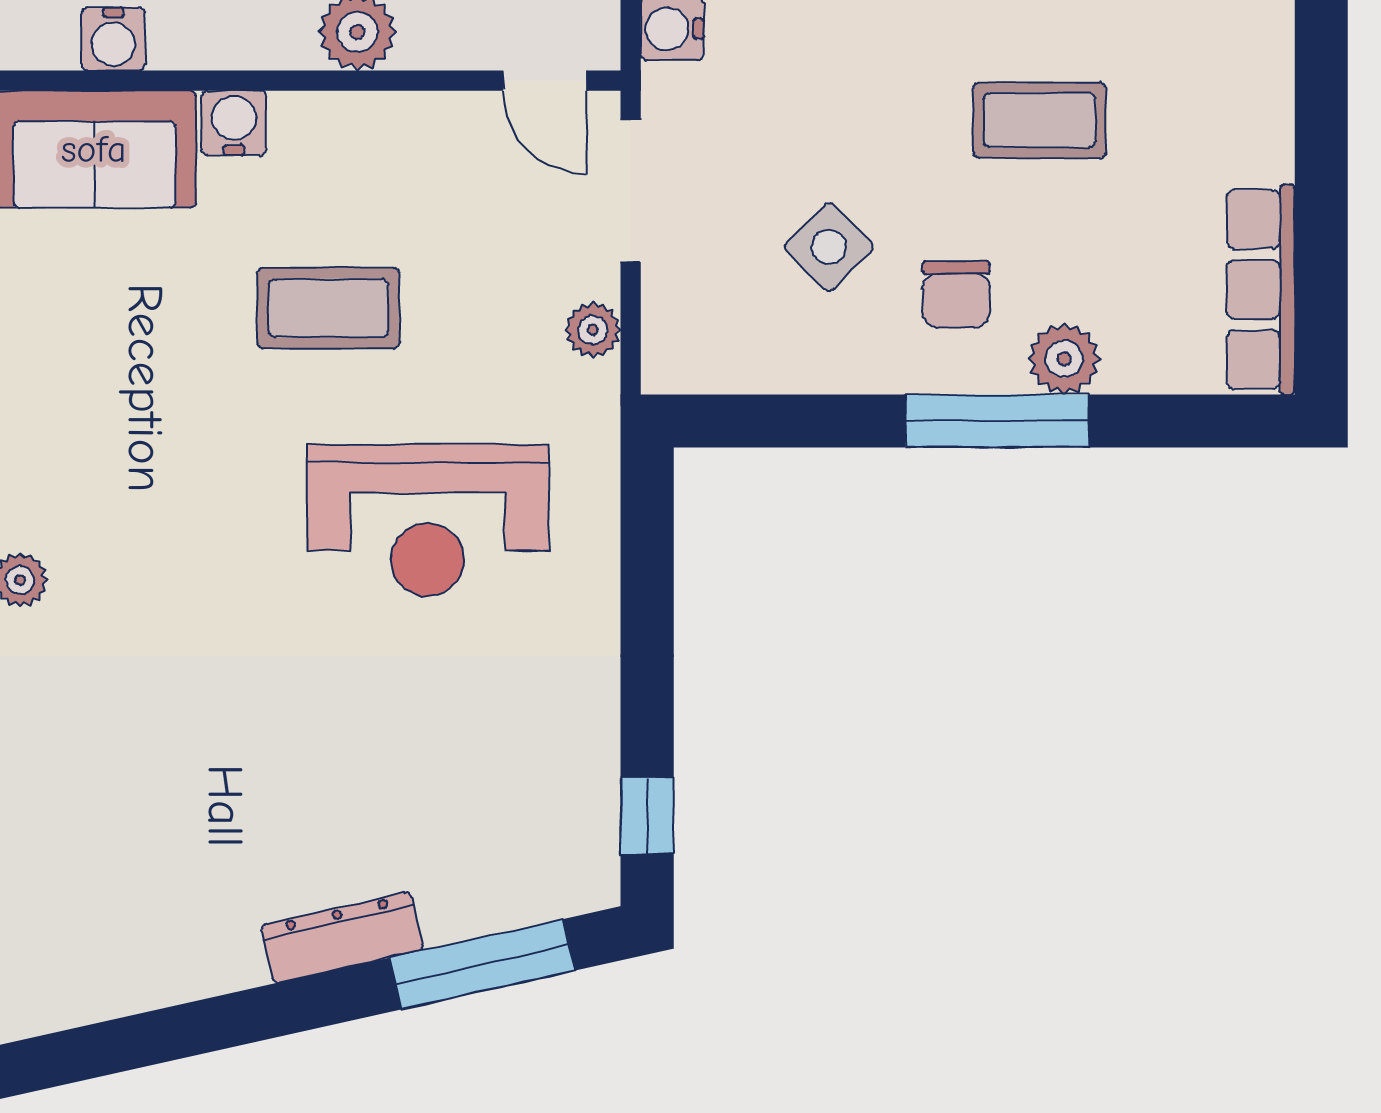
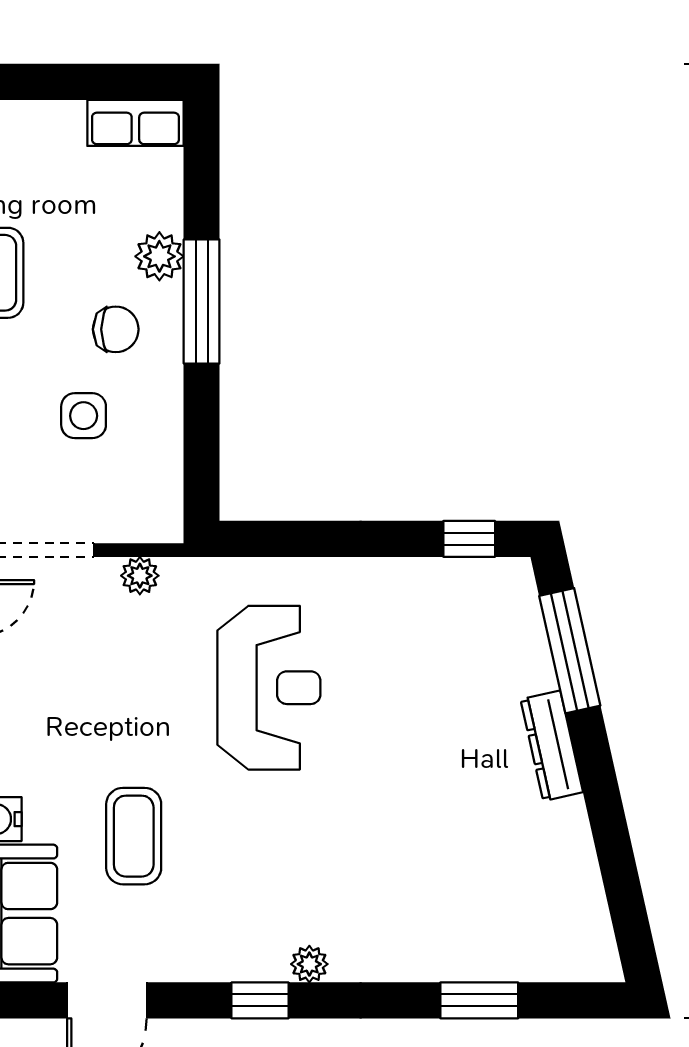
side table: (829, 247) -> (84, 416), turned 45
row of seats: (1261, 289) -> (135, 123), width x0.68
coffee table: (328, 308) -> (134, 836), moved

